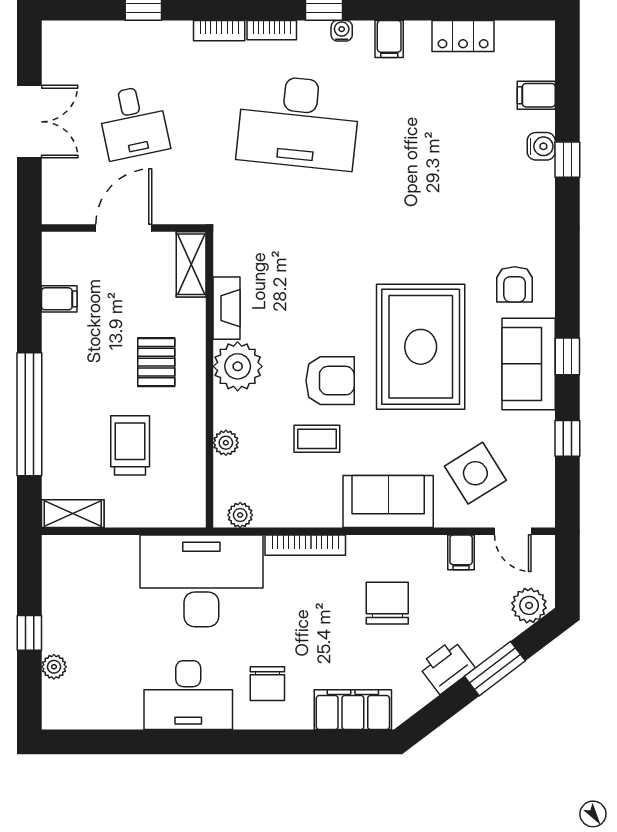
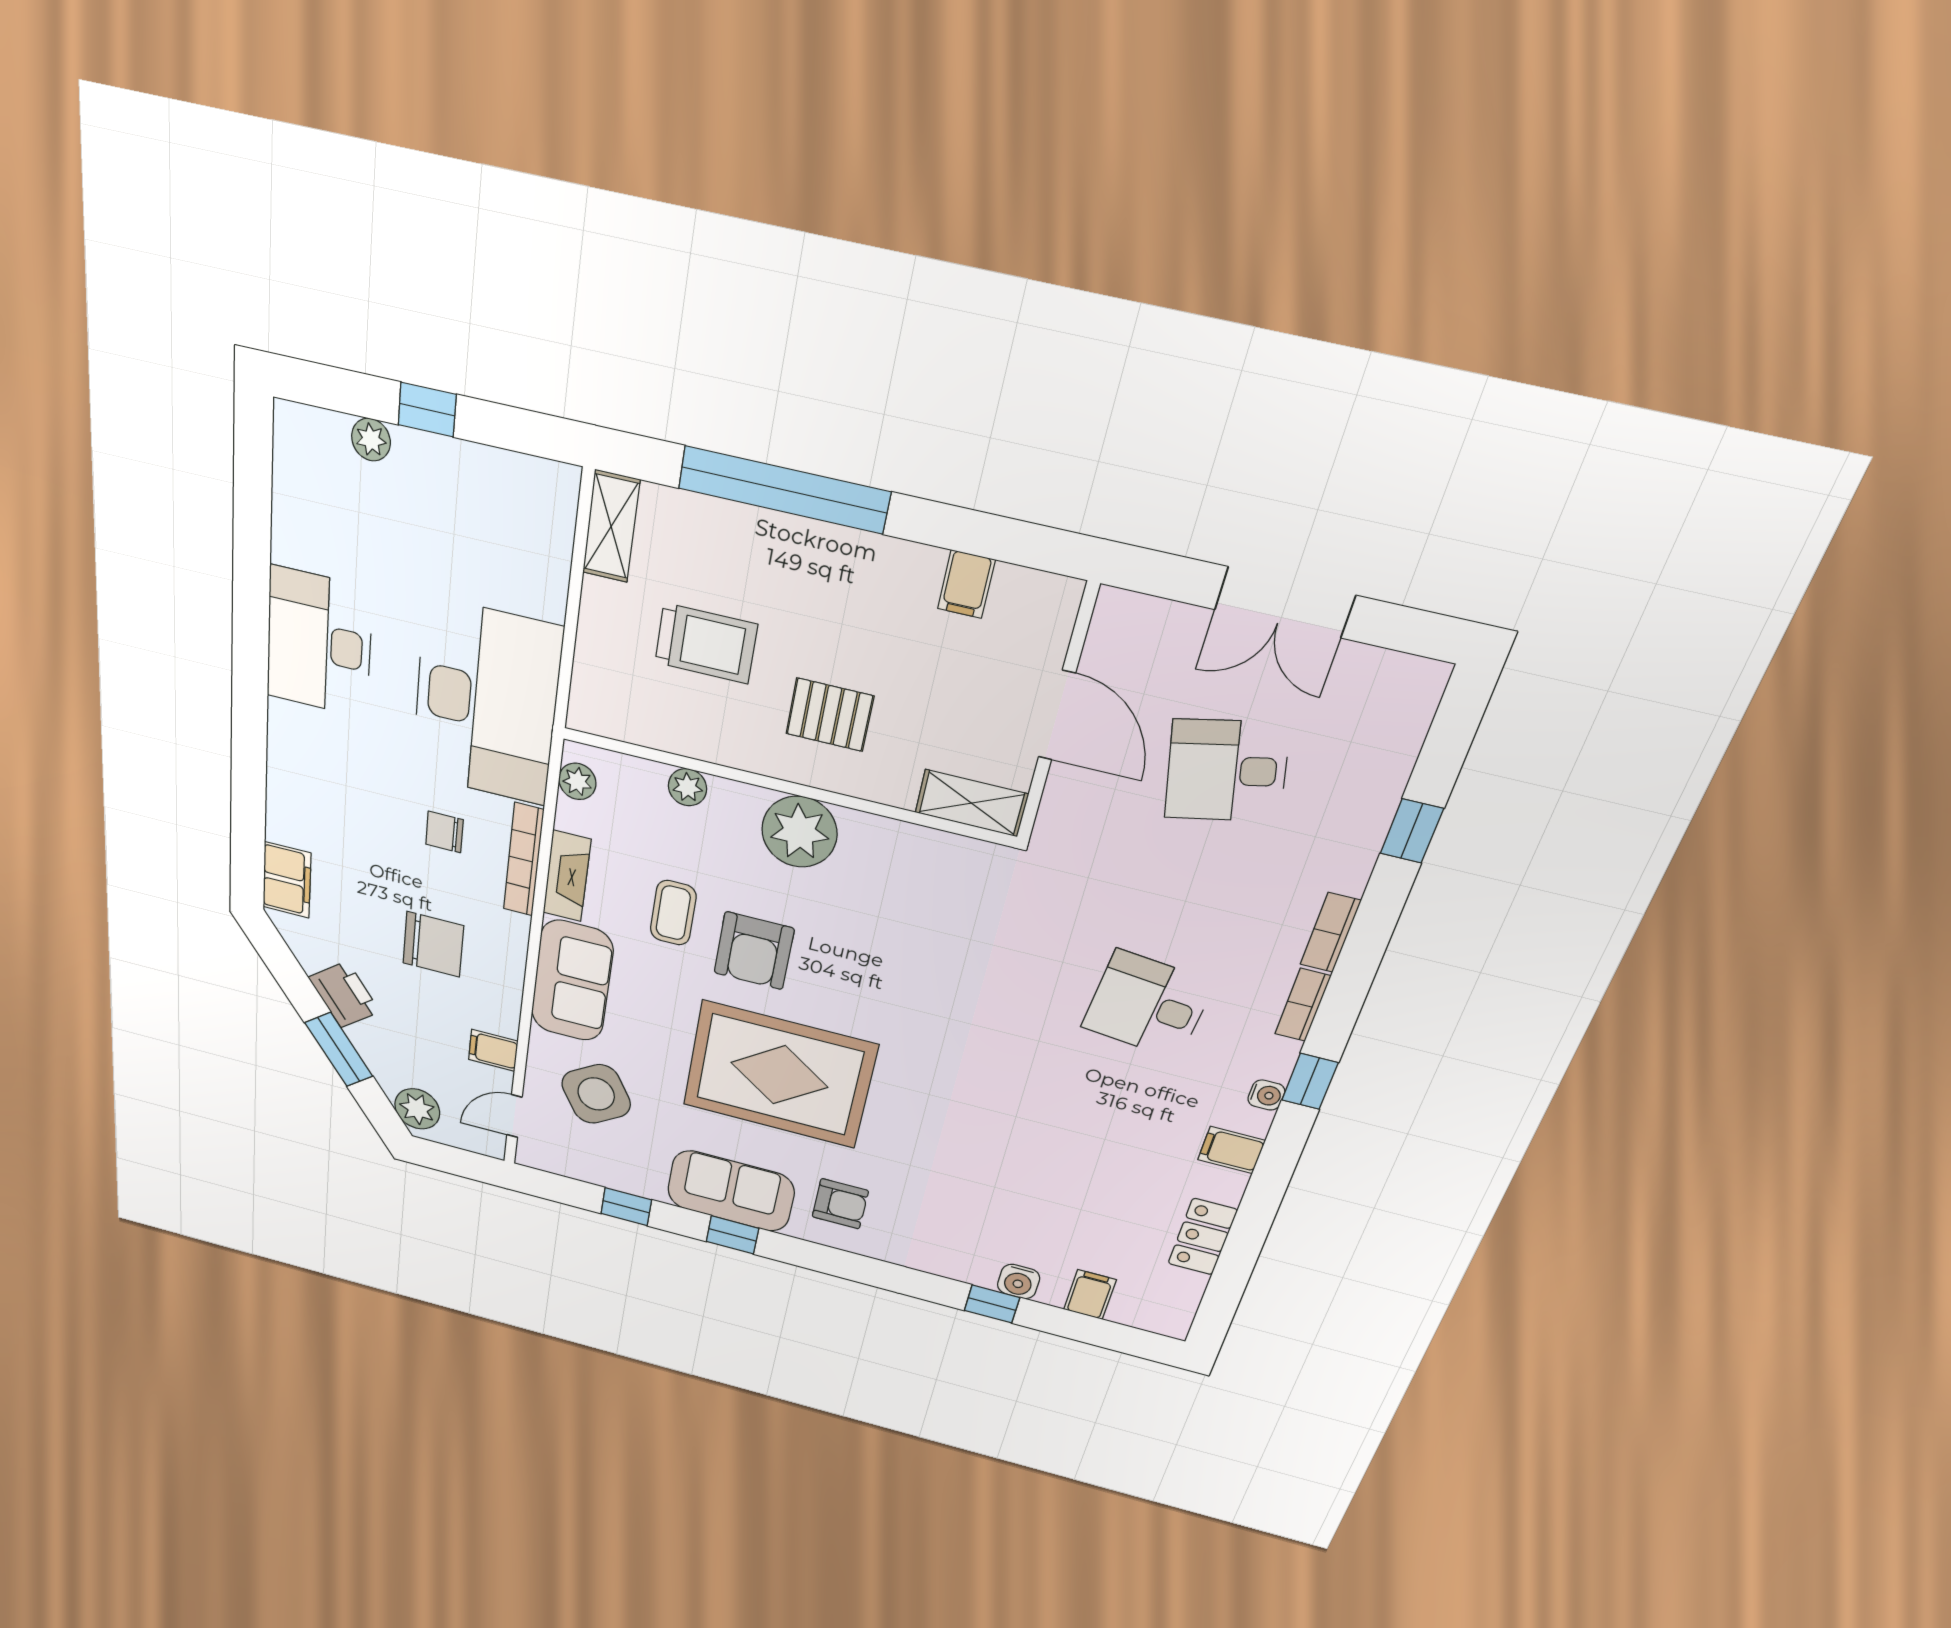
desk: (298, 122) -> (1147, 1005), width x0.53, depth x0.77
armchair: (515, 284) -> (840, 1204), turned 180
fireplace: (227, 308) -> (567, 876), moved, turned -90
chair: (267, 684) -> (444, 832), moved, width x0.73, depth x0.73
filing cabinet: (353, 710) -> (287, 880), width x0.67, depth x0.86

